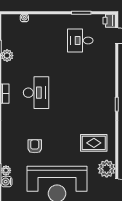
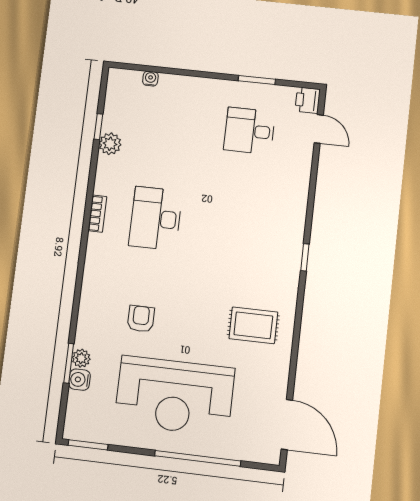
desk: (36, 93) -> (156, 218), turned 180
plant: (107, 169) -> (272, 378), removed

